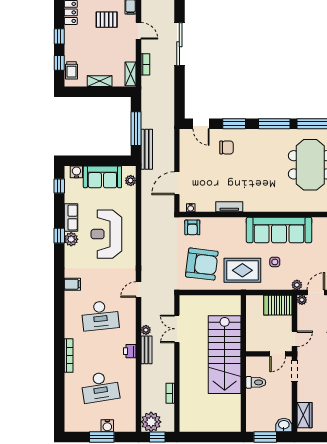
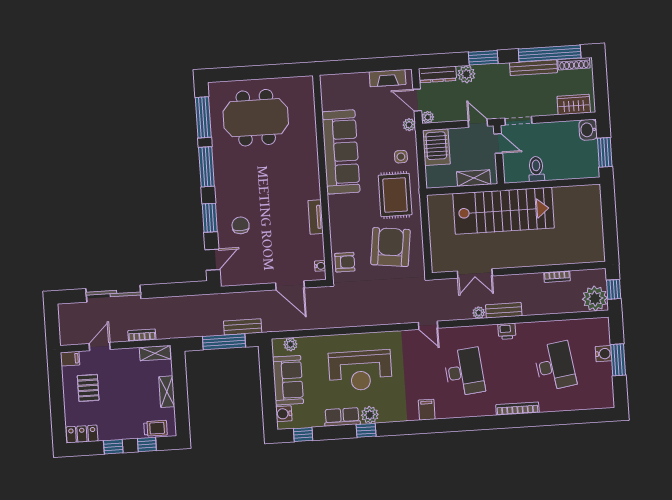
bench: (147, 149) -> (243, 327), width x0.73
side table: (275, 262) -> (401, 157), moved
shelving: (252, 333) -> (474, 178), added

